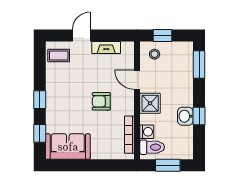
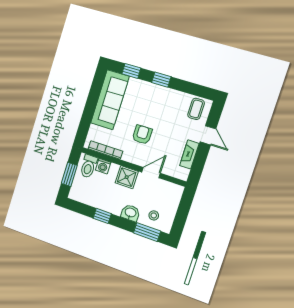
window: (163, 35) -> (184, 209), removed
stool: (155, 54) -> (154, 215), moved
washbasin: (185, 116) -> (130, 213), moved
sofa: (68, 147) -> (110, 100), width x1.36

